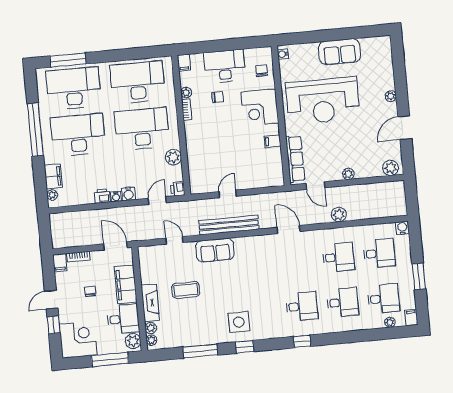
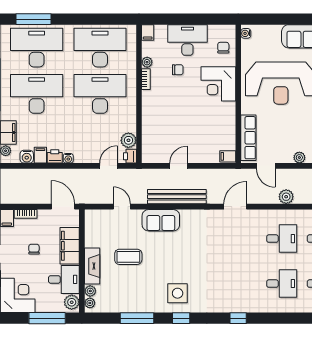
filing cabinet: (273, 141) -> (228, 156), moved
plant: (173, 157) -> (128, 140), moved
water cooler: (128, 194) -> (27, 157), moved
filing cabinet: (88, 196) -> (40, 155), added
door: (289, 229) -> (235, 207), hinge flipped
desk: (302, 306) -> (241, 284), removed

